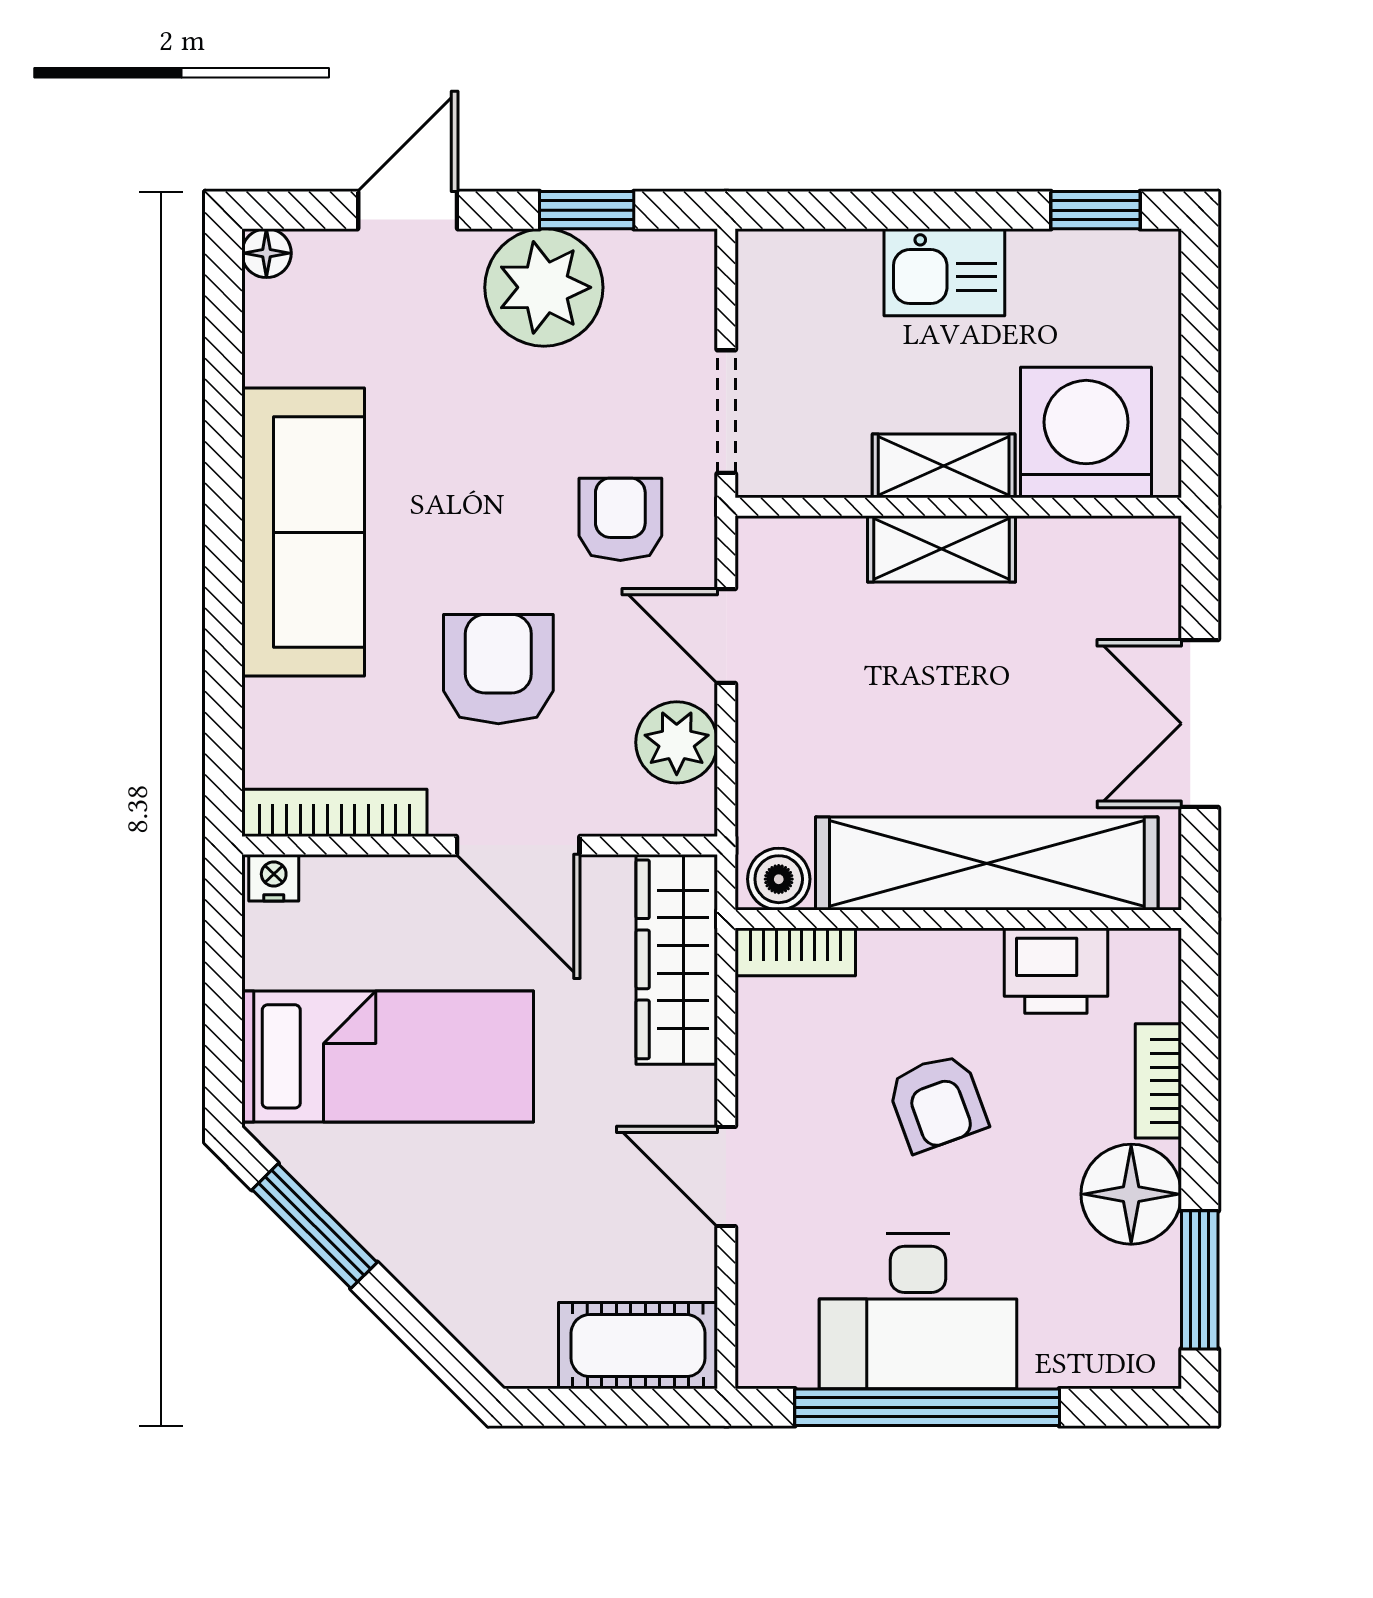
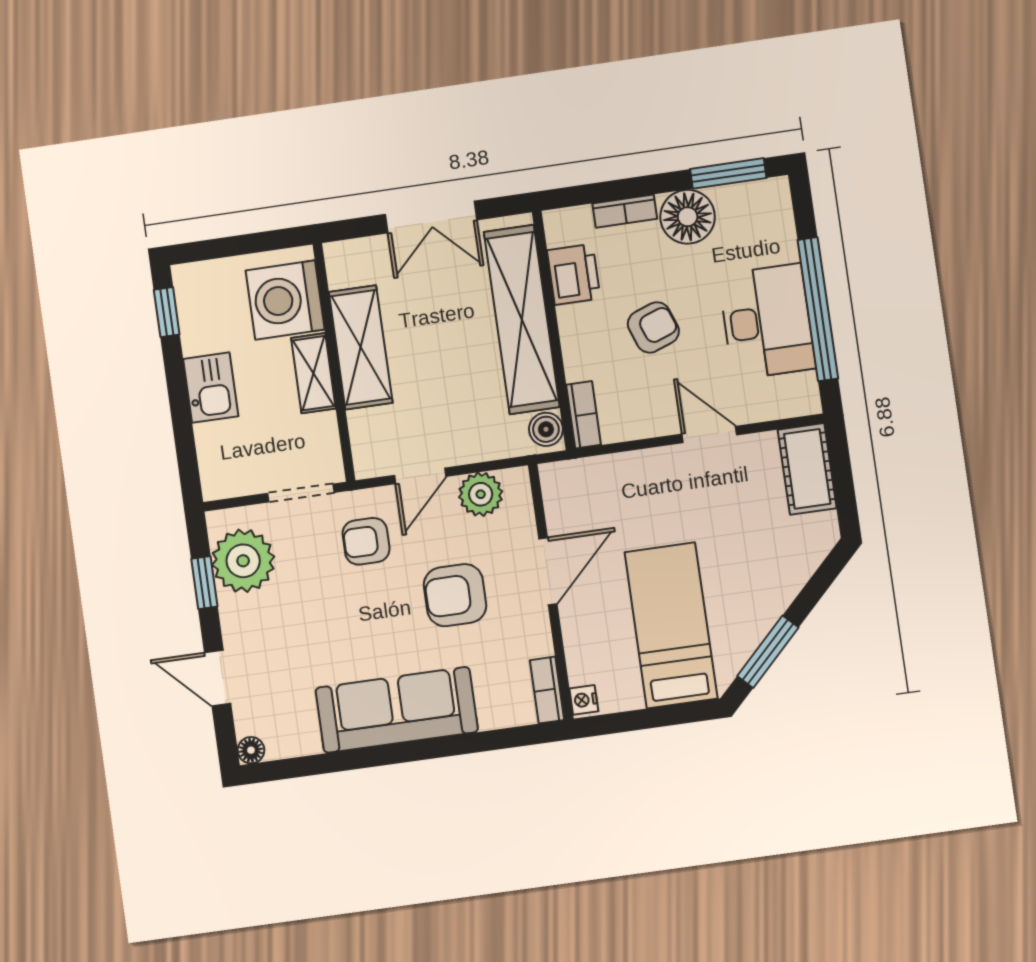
plant: (544, 287) -> (243, 561), moved
shelving: (942, 549) -> (361, 347), width x1.50, depth x1.33
bookcase: (334, 813) -> (547, 690), width x0.64
wardrobe: (677, 959) -> (597, 478), removed
door: (726, 1176) -> (709, 435), swing flipped

